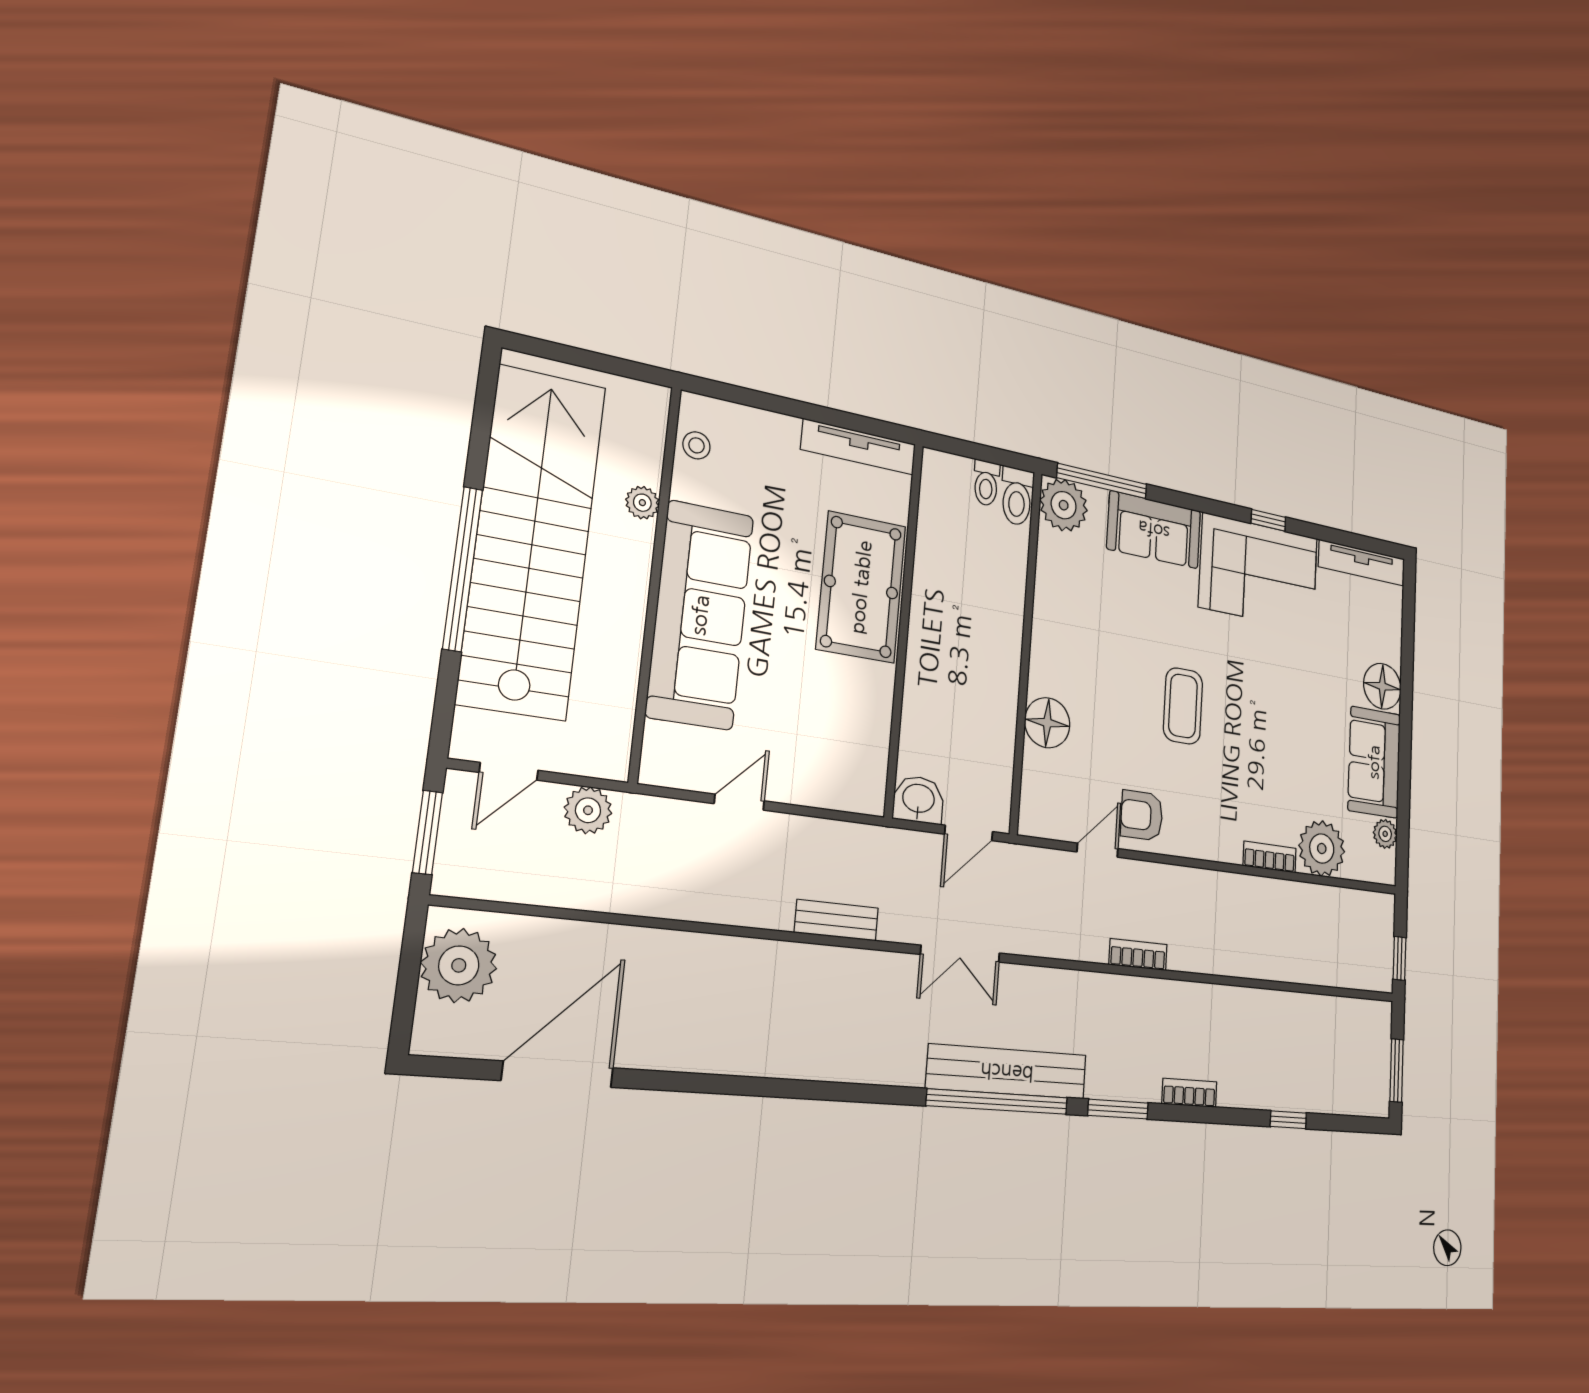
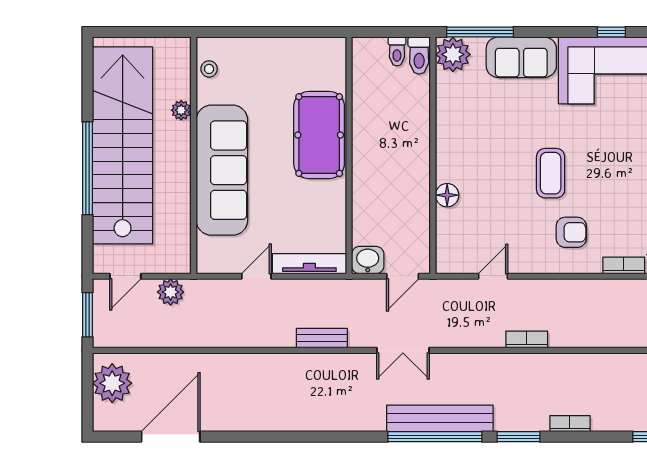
tv unit: (859, 447) -> (309, 264), moved, turned 180
floor lamp: (1047, 723) -> (447, 195), width x0.73, depth x0.73
armchair: (1142, 815) -> (571, 232), moved, turned 180

